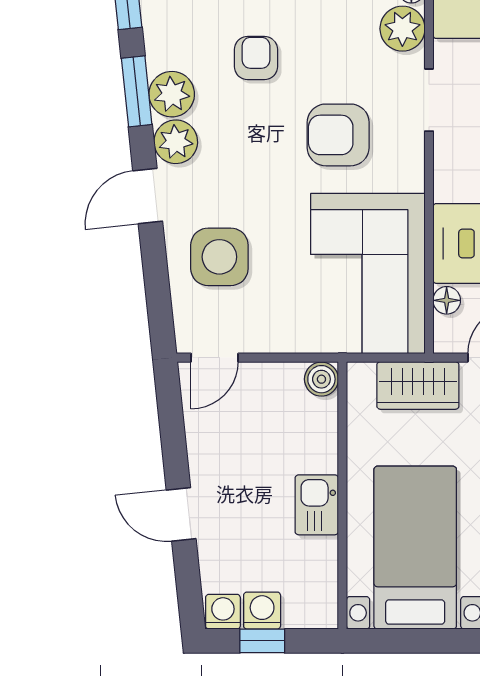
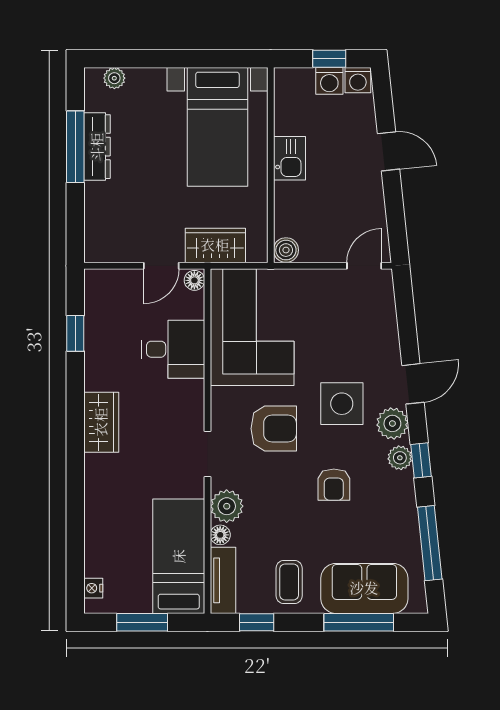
window: (137, 91) -> (421, 460), width x0.67
plant: (172, 94) -> (400, 458), width x0.73, depth x0.73
side table: (219, 257) -> (342, 404), moved
floor lamp: (447, 300) -> (194, 280), moved

